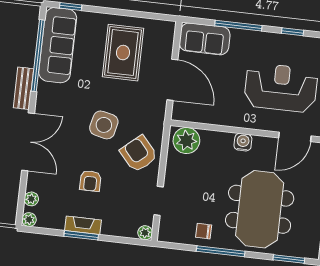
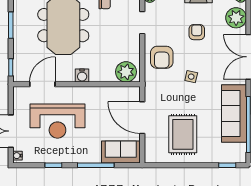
sofa: (58, 45) -> (234, 114), moved
side table: (104, 125) -> (191, 77), width x0.54, depth x0.54
armchair: (139, 154) -> (162, 57), turned 41
plant: (31, 199) -> (236, 18), width x1.88, depth x1.88

